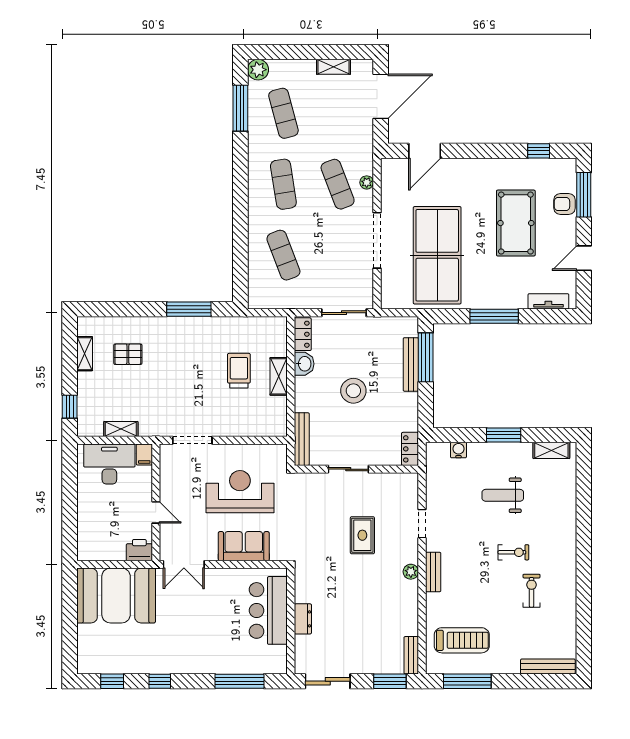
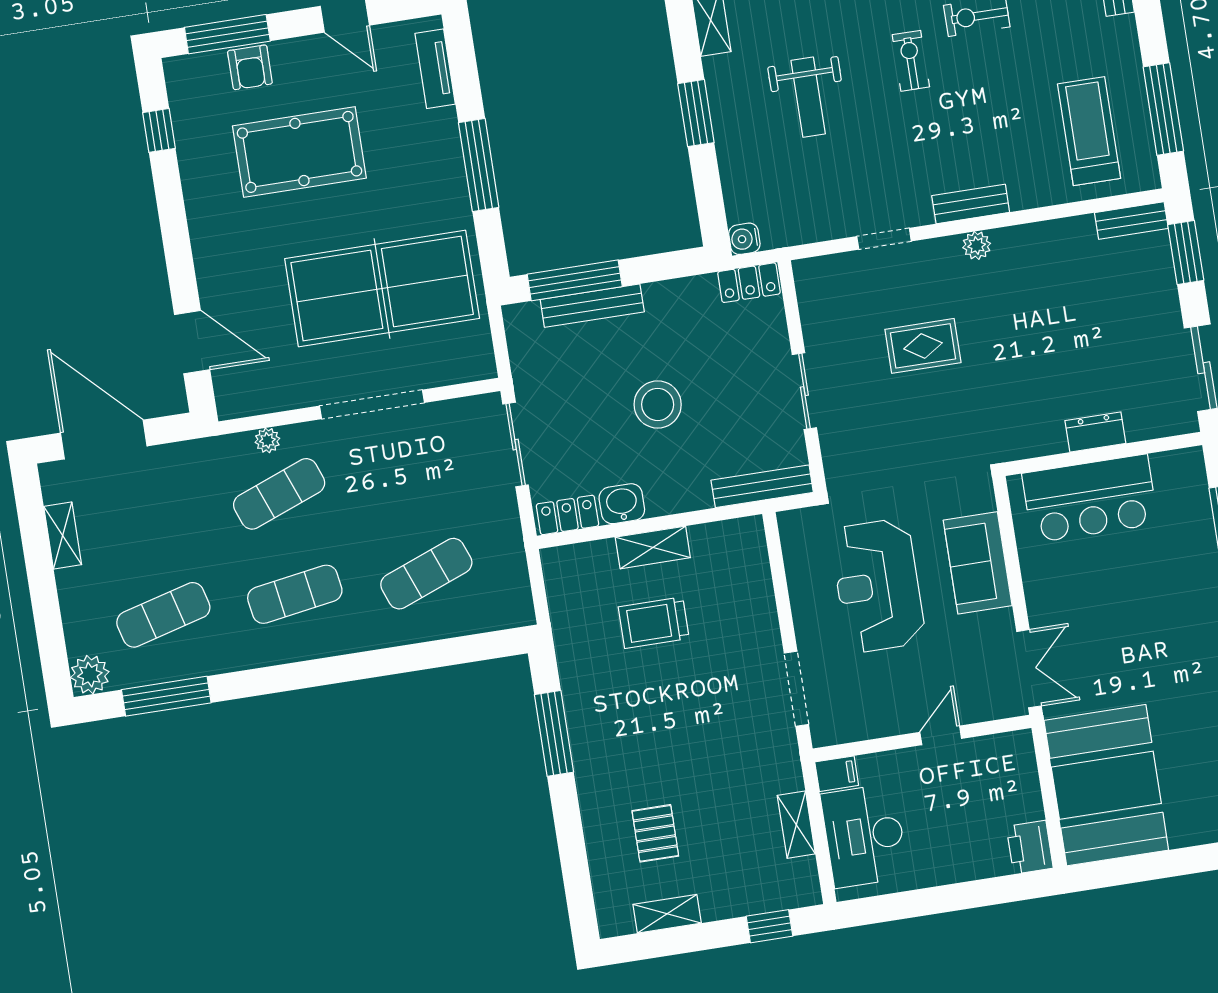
water cooler: (458, 450) -> (744, 239), moved
printer: (139, 550) -> (1030, 847), moved

